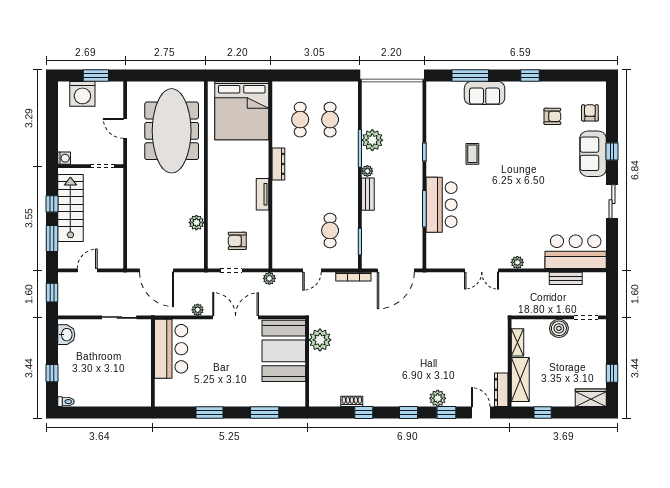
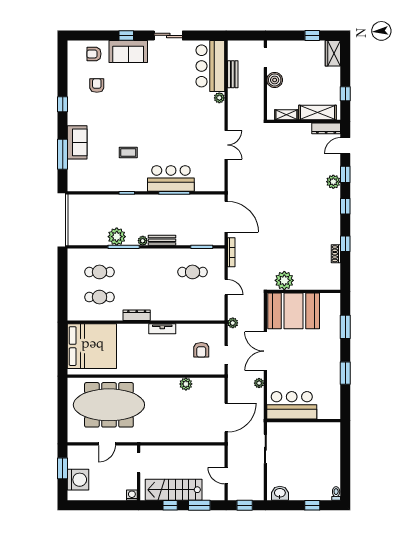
plant: (517, 262) -> (219, 98), moved

